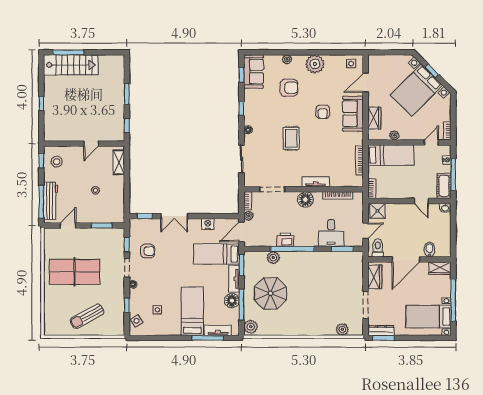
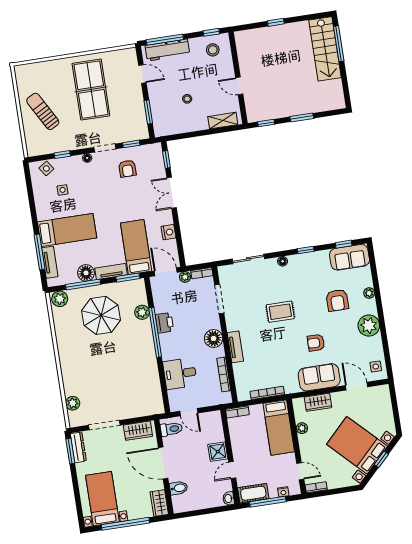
shower: (377, 211) -> (218, 452), moved
window: (342, 249) -> (164, 389), removed

